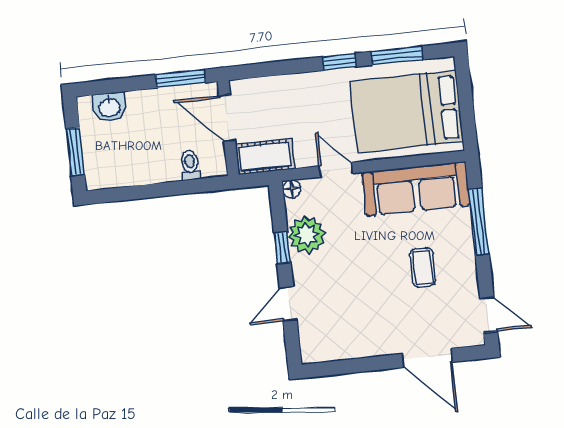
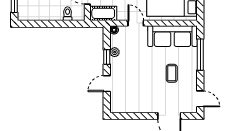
plant: (307, 235) -> (115, 52), width x0.53, depth x0.53

